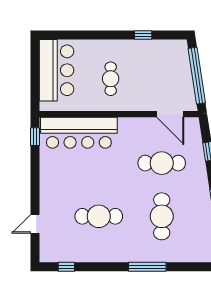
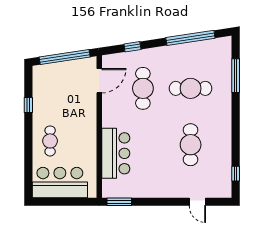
cafe table: (111, 79) -> (50, 141), moved, turned 90
bar counter: (79, 133) -> (116, 153), width x0.73
window: (35, 137) -> (119, 202), width x1.50
window: (147, 267) -> (236, 76), moved

